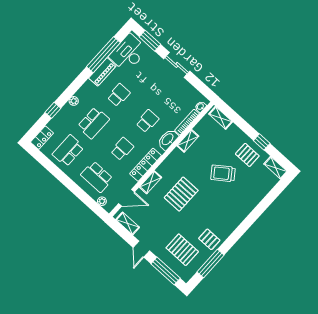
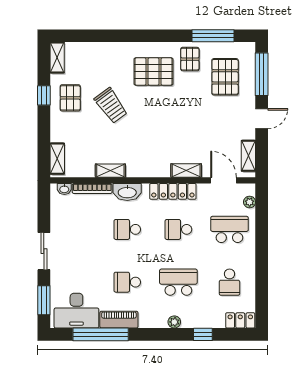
school desk: (68, 151) -> (229, 282), width x0.54
school desk: (97, 177) -> (229, 229), turned -90
pallet: (181, 194) -> (154, 71), moved

